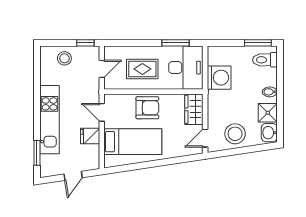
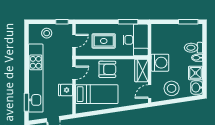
toilet: (265, 60) -> (193, 48), moved
washing machine: (219, 78) -> (160, 63), moved
door: (102, 112) -> (74, 73), swing flipped
kitchen unit: (49, 120) -> (36, 78), width x1.36

